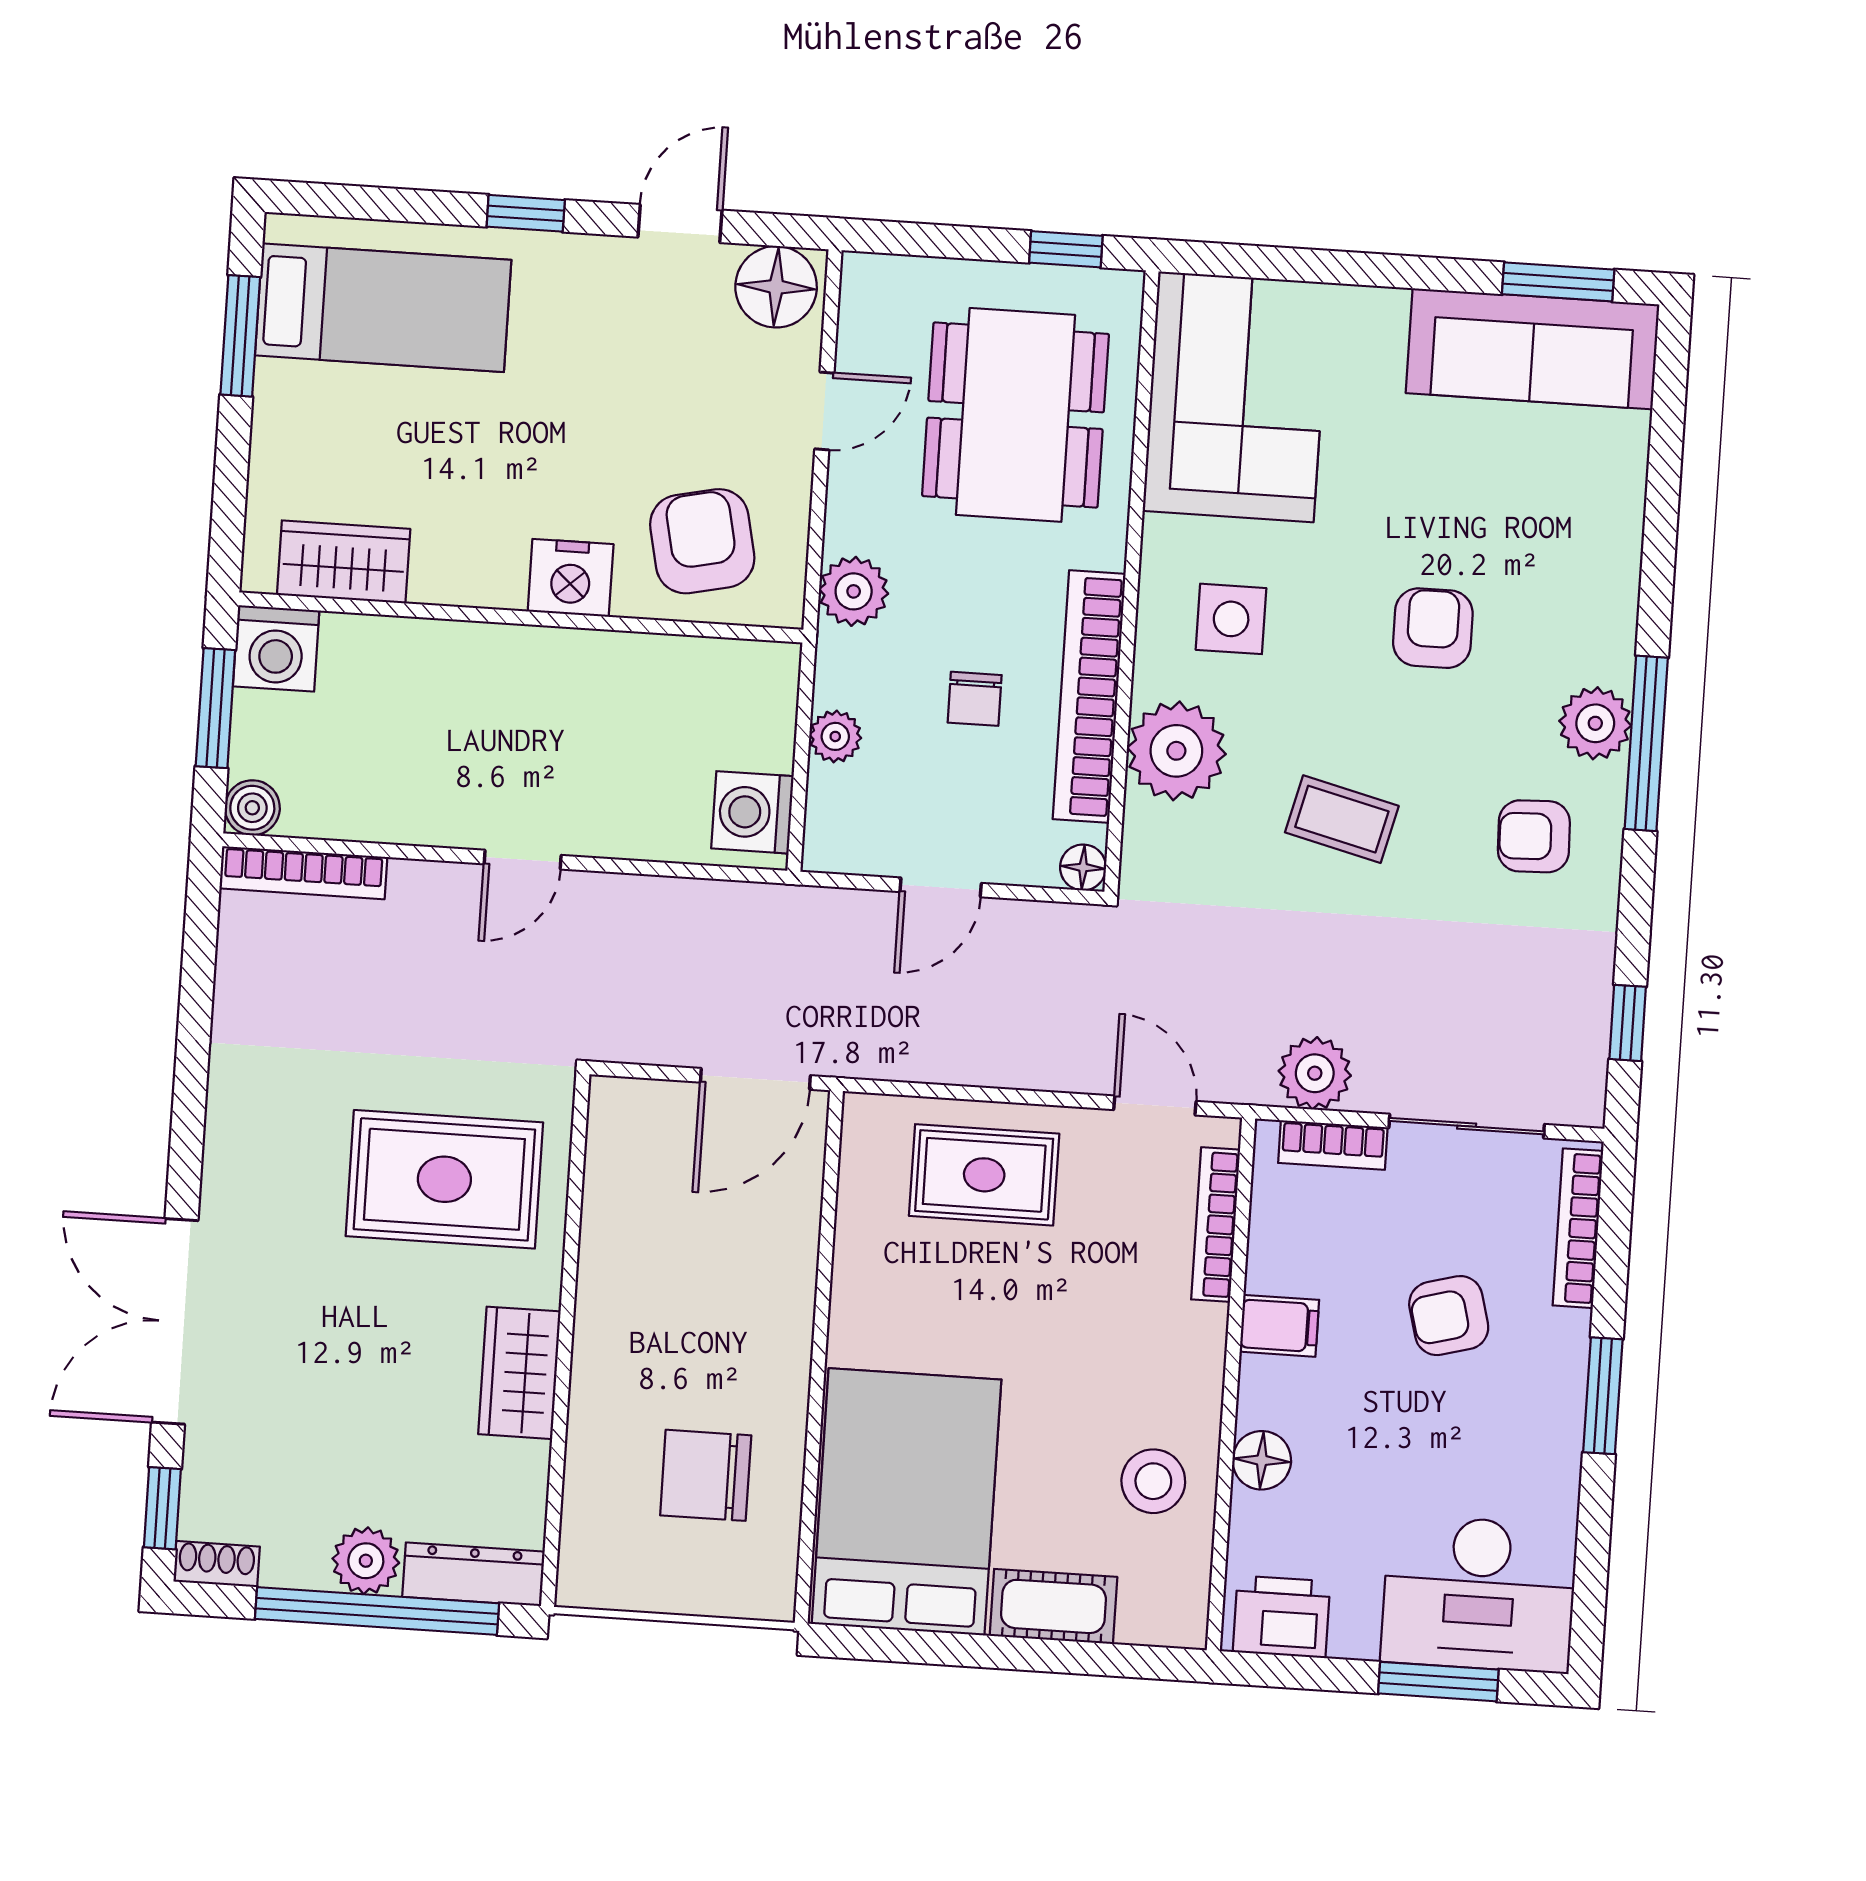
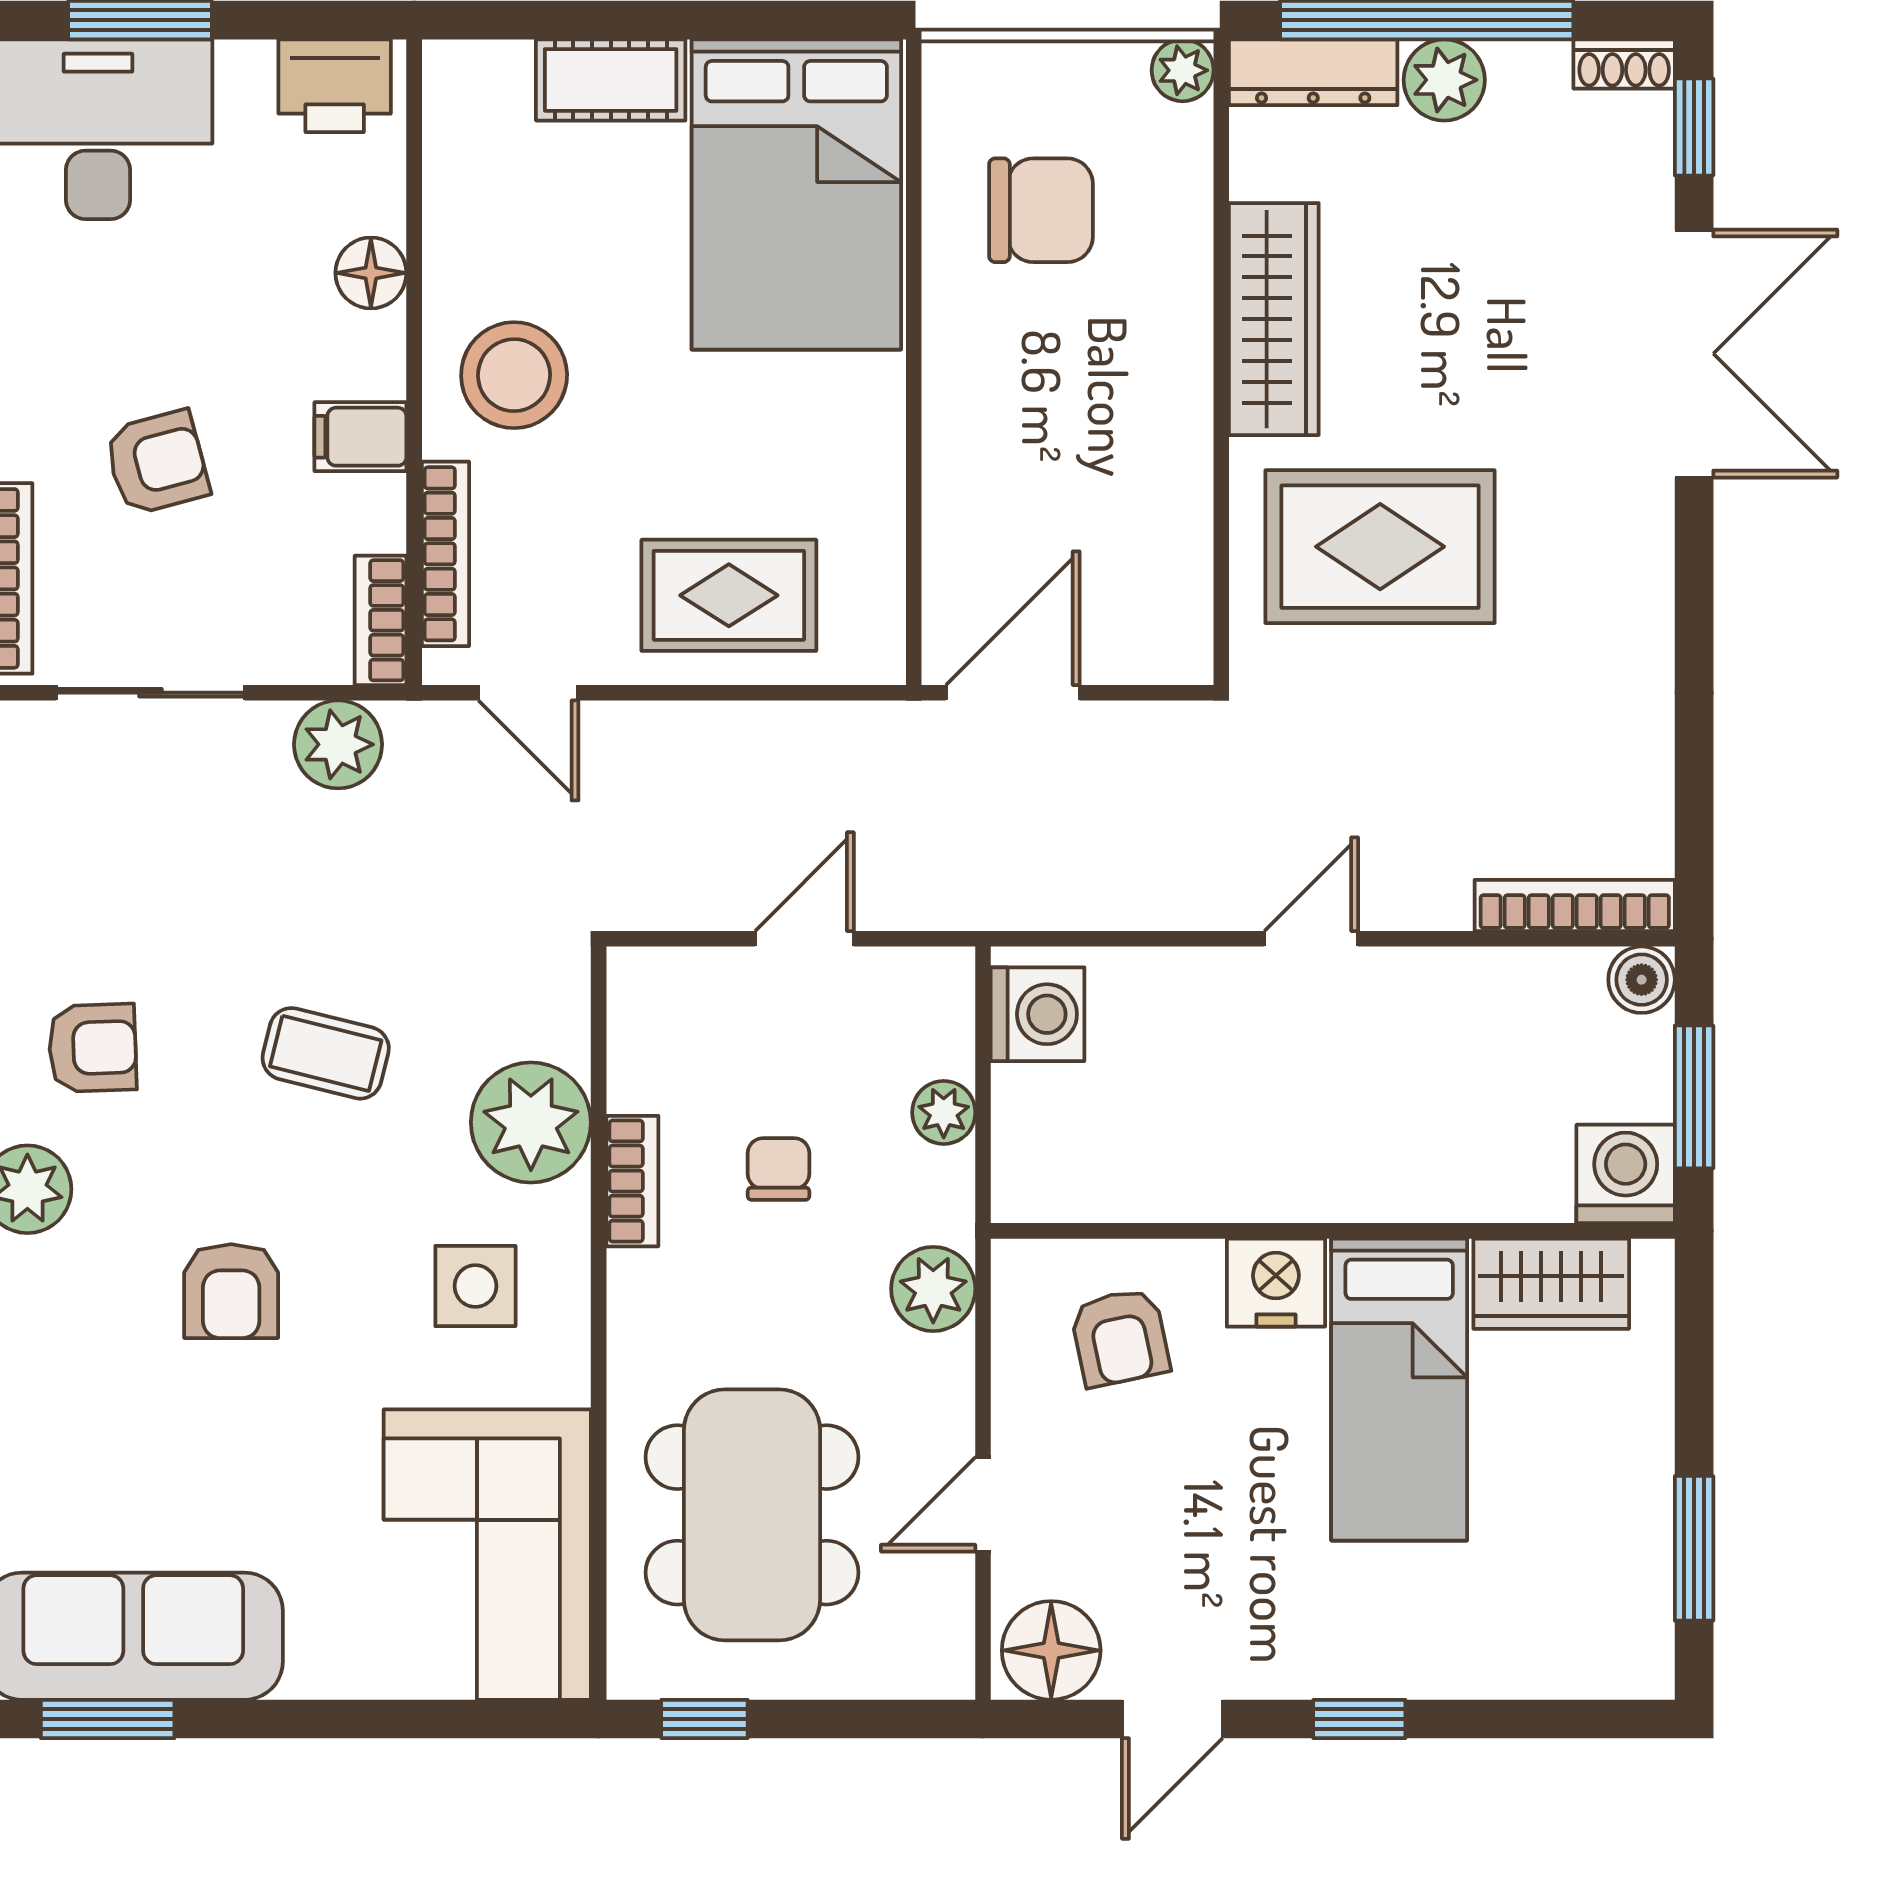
bed: (383, 308) -> (1399, 1390), moved, turned -90
armchair: (702, 541) -> (1120, 1337), width x0.72, depth x0.72
bookcase: (1089, 696) -> (632, 1181), width x0.43, depth x0.76
floor lamp: (1083, 867) -> (634, 974), removed
bookcase: (1333, 1145) -> (381, 620), moved, turned -90
wardrobe: (519, 1373) -> (1274, 319), width x1.50
stool: (1153, 1481) -> (514, 375), moved, width x1.38, depth x1.38
plant: (581, 1583) -> (1183, 70), added

